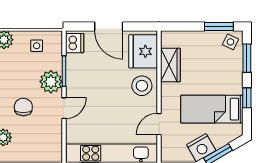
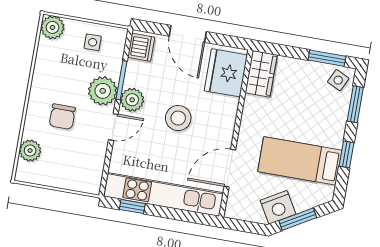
wardrobe: (170, 65) -> (261, 74), moved
plant: (75, 85) -> (132, 100), added
stool: (142, 86) -> (178, 118), moved
chair: (23, 107) -> (62, 117), turned 180
door: (159, 124) -> (230, 168), width x1.37

